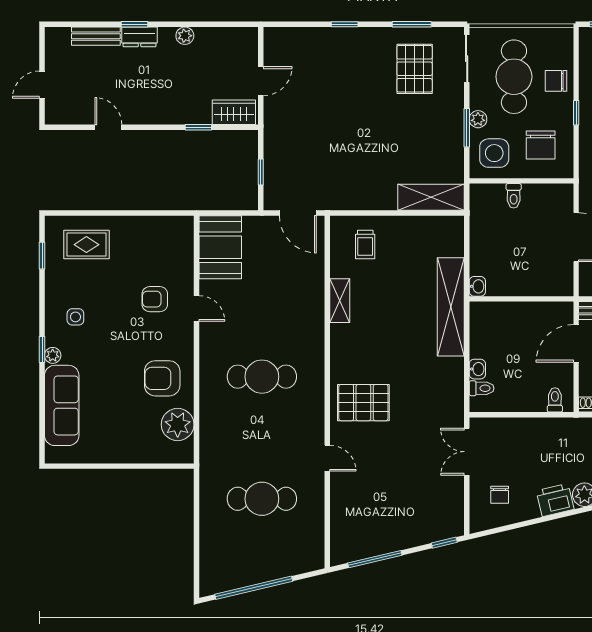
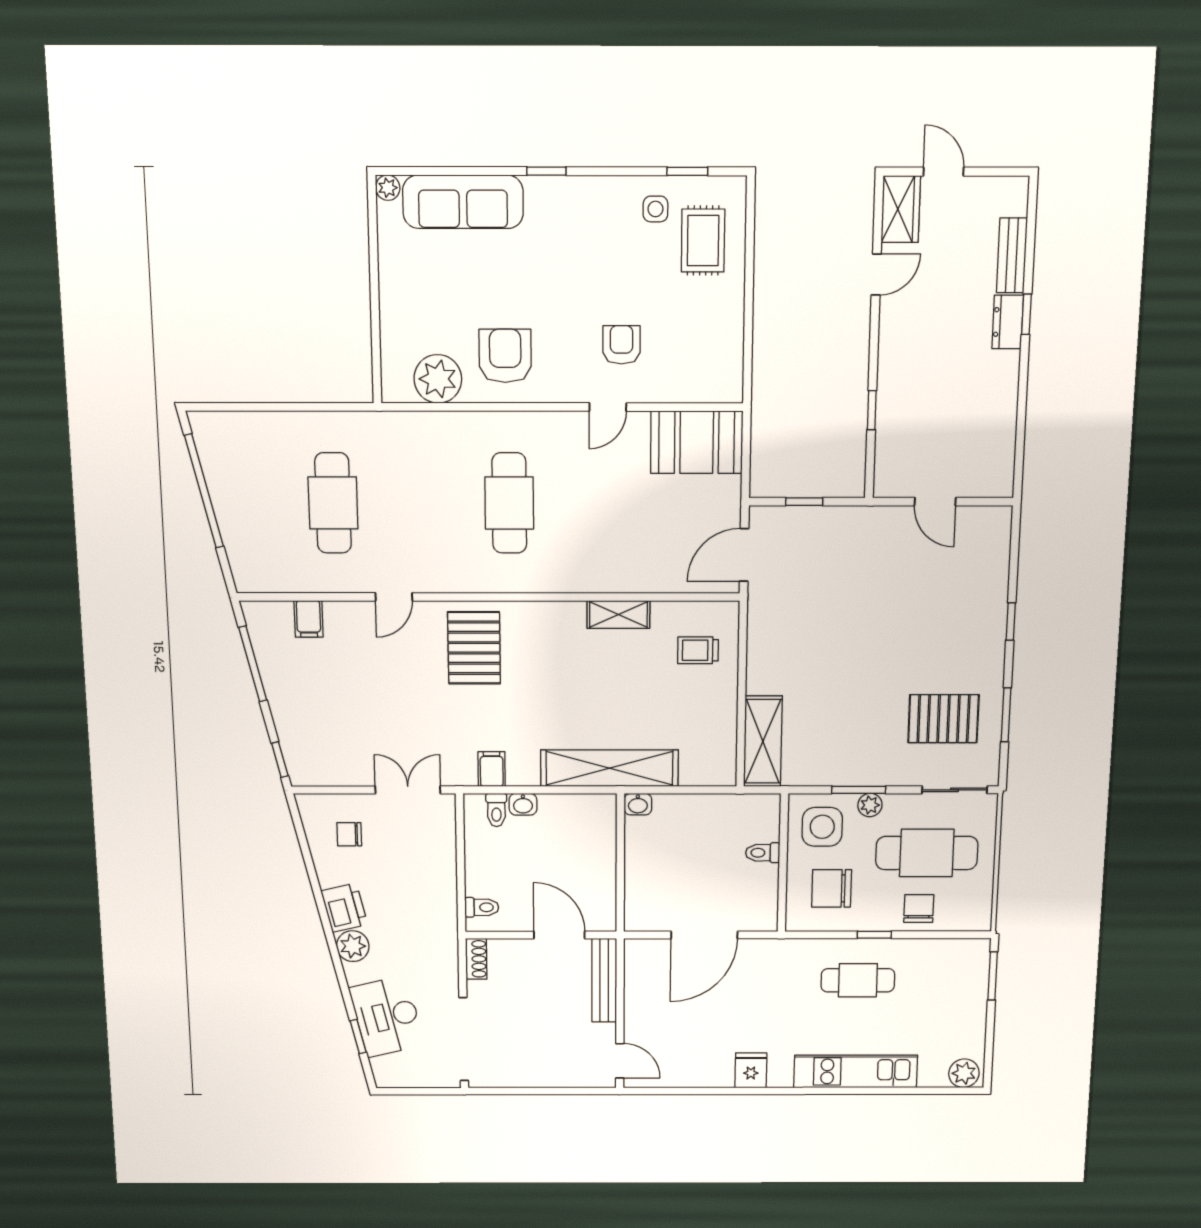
plant: (185, 36) -> (1006, 390), removed
wardrobe: (234, 112) -> (901, 209), moved
side table: (75, 317) -> (655, 209), moved
plant: (53, 355) -> (388, 188), moved
filing cabinet: (451, 391) -> (492, 769), added
filing cabinet: (343, 519) -> (309, 619), added

